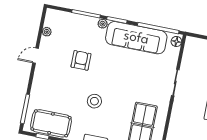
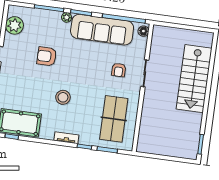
plant: (47, 32) -> (14, 25), width x1.88, depth x1.88
armchair: (81, 60) -> (47, 56), turned -90
armchair: (150, 78) -> (119, 70), added

